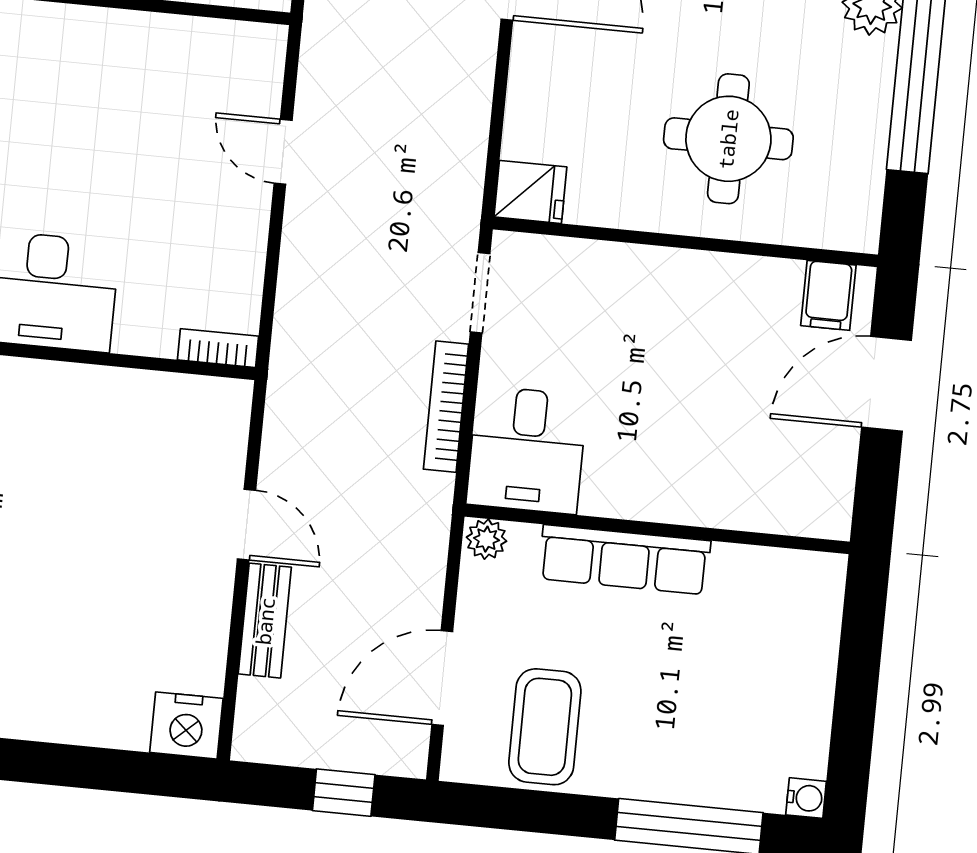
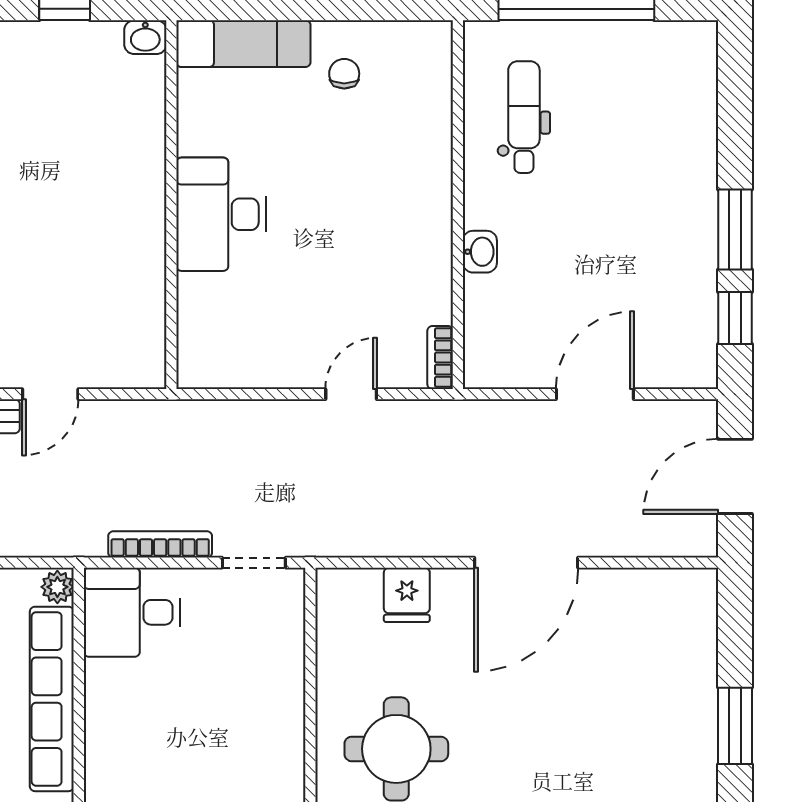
fridge: (530, 192) -> (407, 595), moved
bookcase: (218, 348) -> (440, 358), moved, turned 180
row of seats: (625, 560) -> (52, 699), width x1.36

